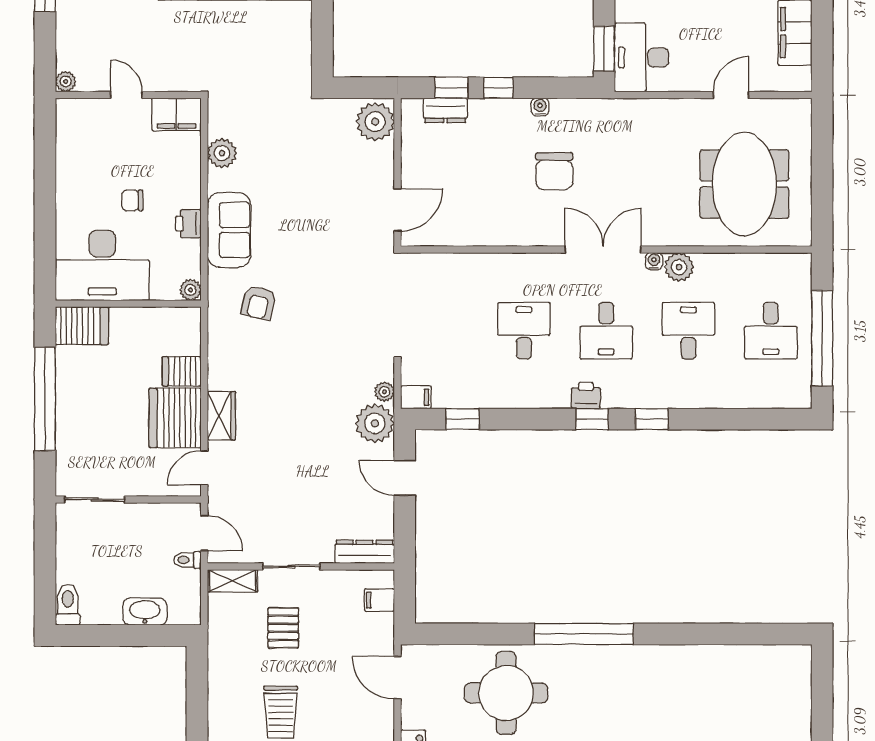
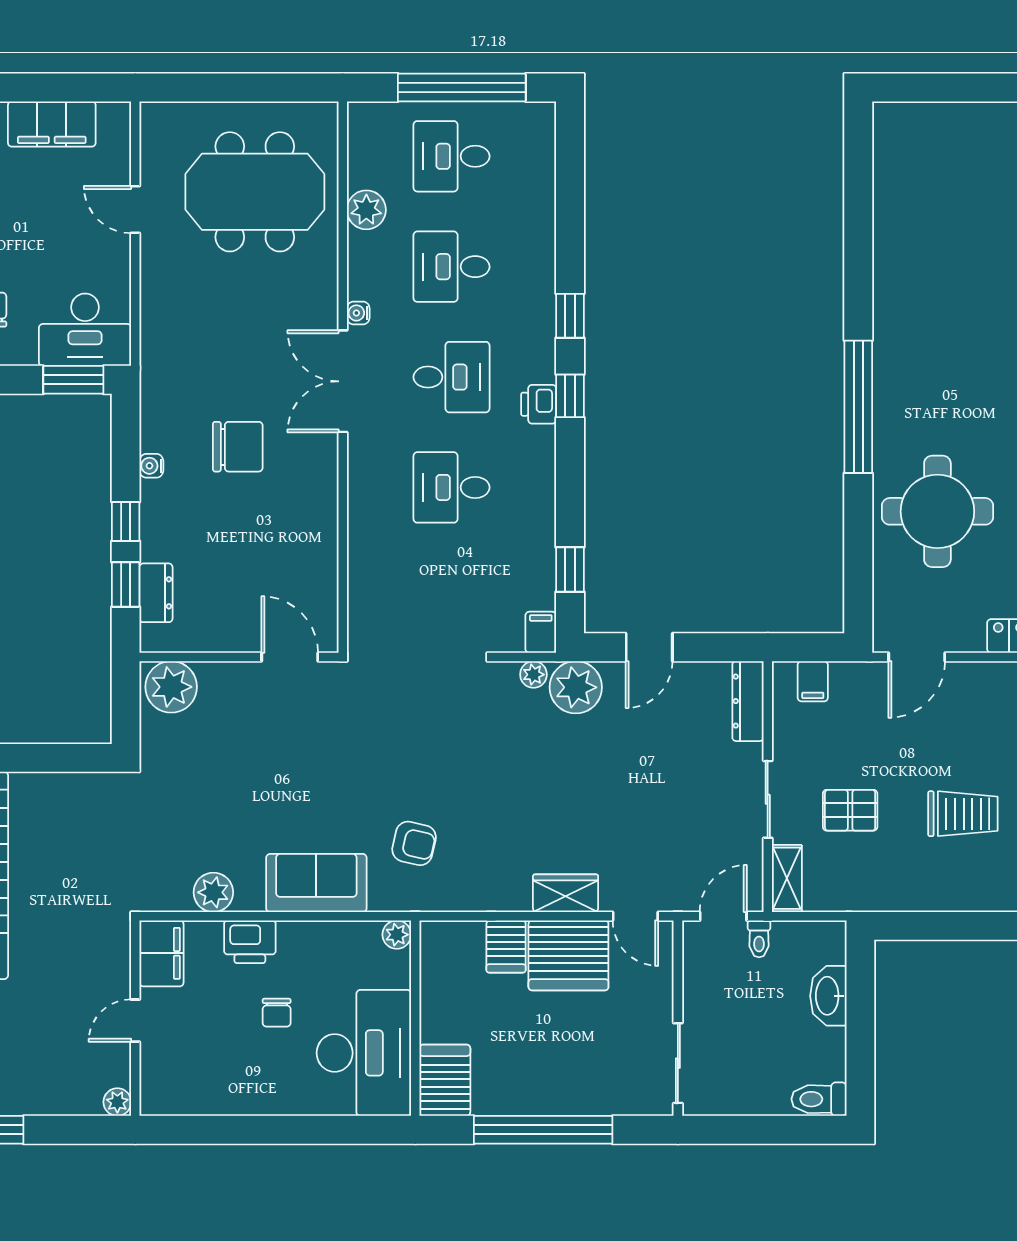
printer: (188, 224) -> (250, 942), moved, width x1.36, depth x1.24
plant: (679, 267) -> (366, 210), moved
desk: (771, 331) -> (452, 156), turned 180

